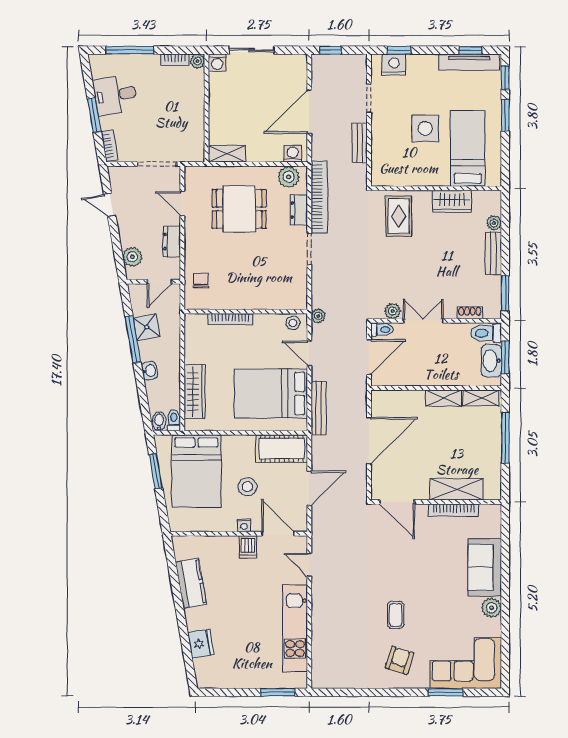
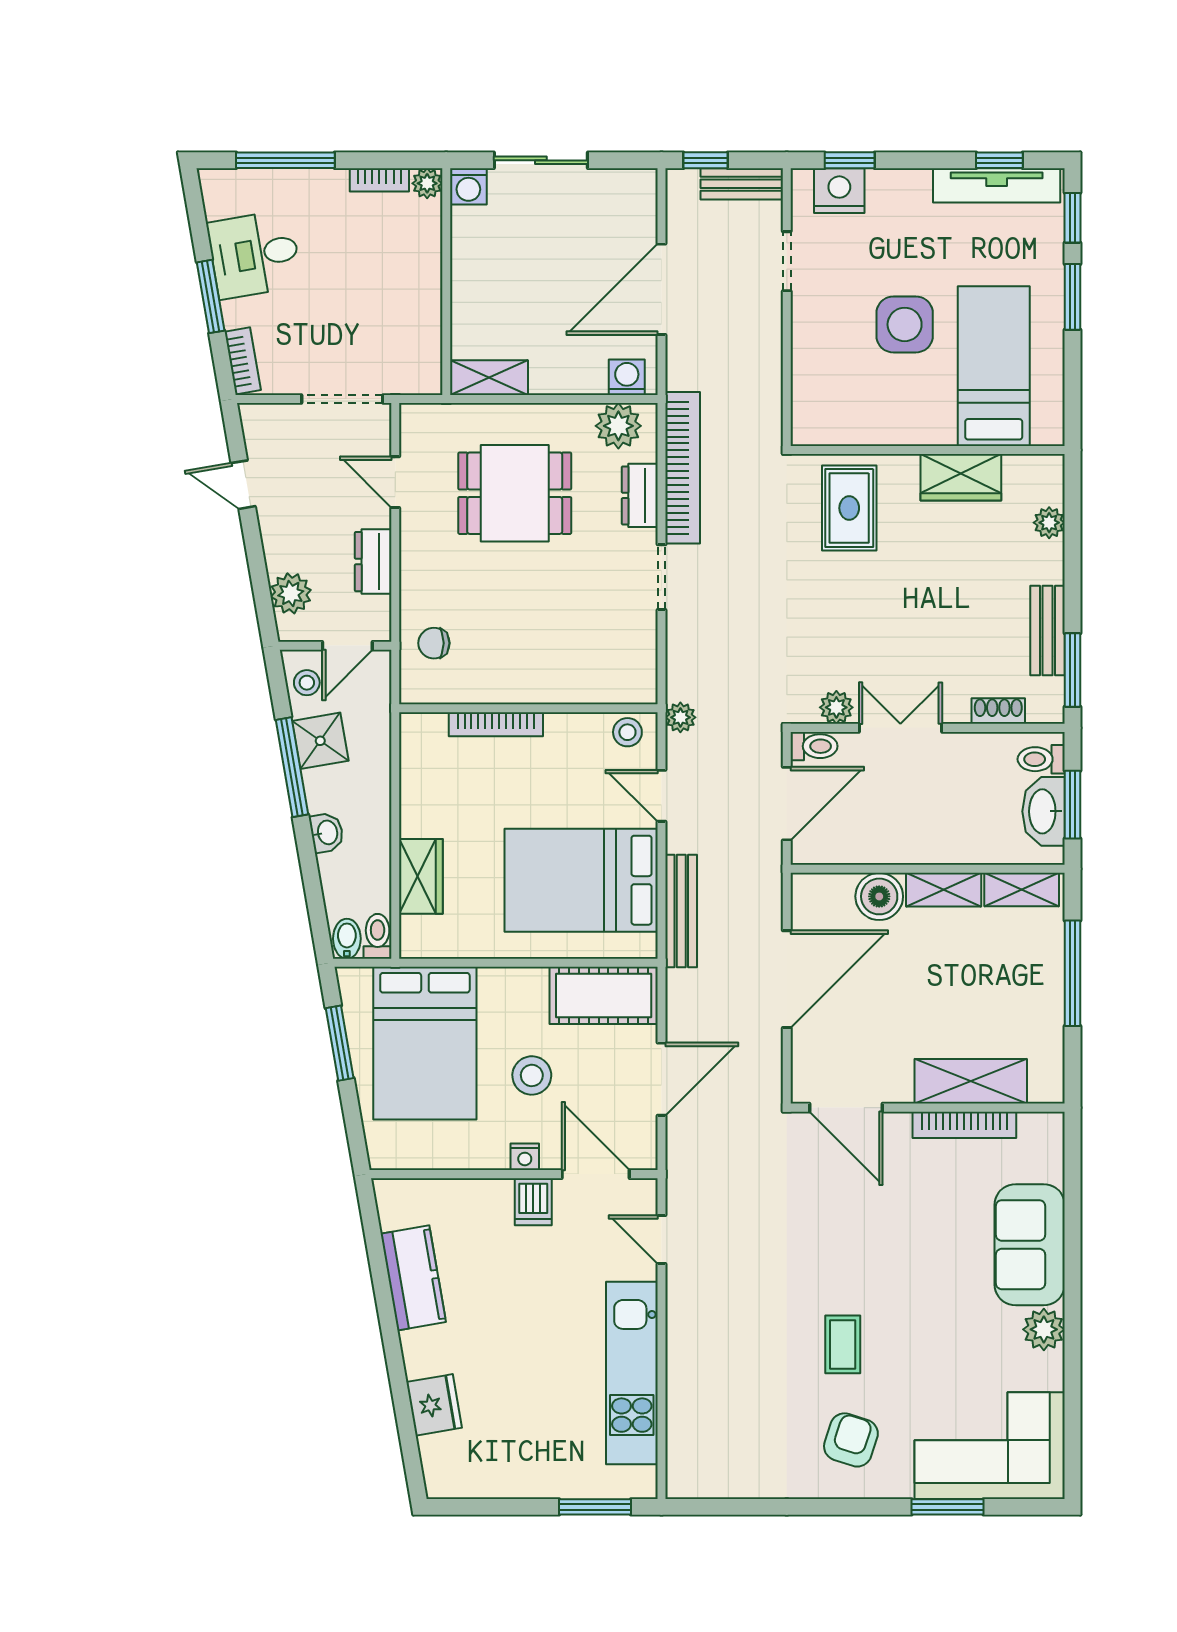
bench: (360, 143) -> (742, 184), moved, turned 90
bench: (493, 253) -> (1048, 630), moved
chair: (201, 280) -> (434, 643), turned -90
stool: (140, 299) -> (307, 683), added
toilet: (486, 333) -> (1041, 759), width x0.73, depth x0.72
wardrobe: (195, 392) -> (421, 876), width x0.67
boiler: (413, 401) -> (879, 896), added

